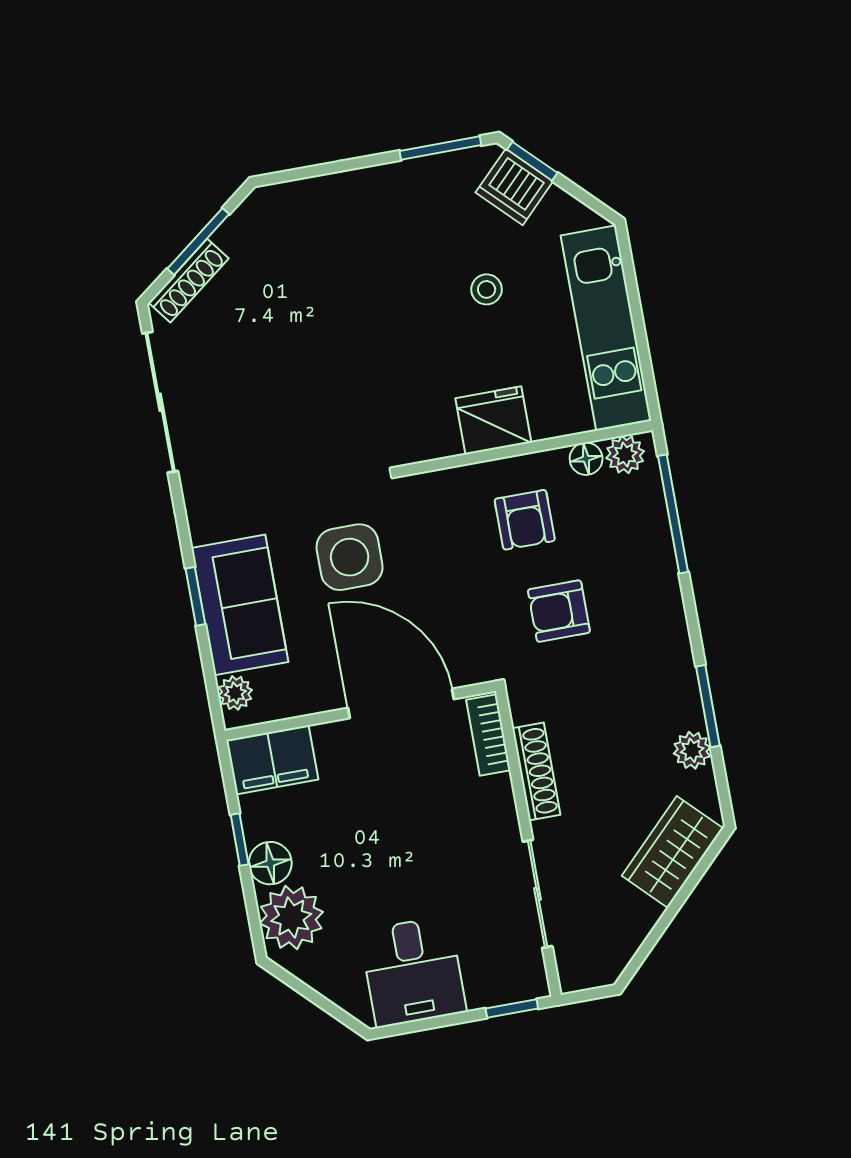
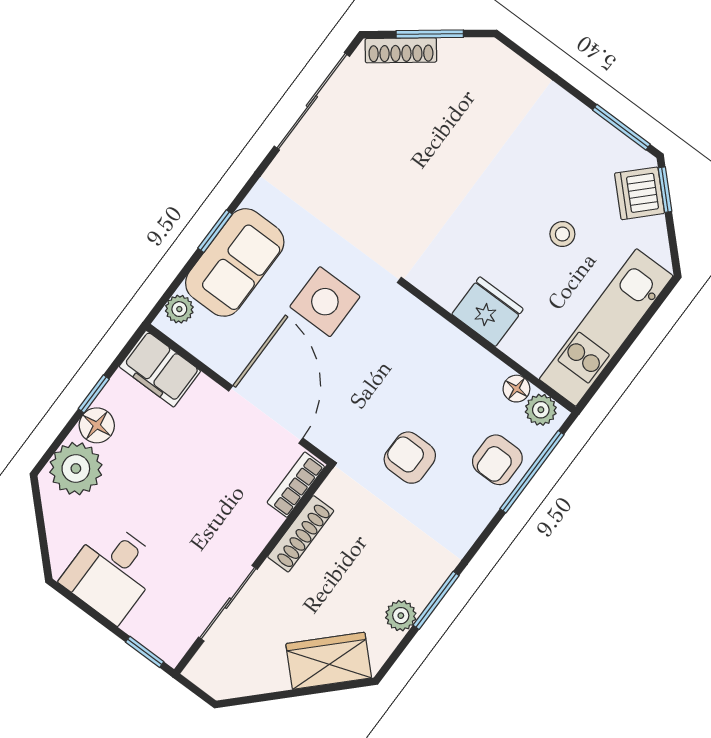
armchair: (525, 520) -> (497, 460), moved

